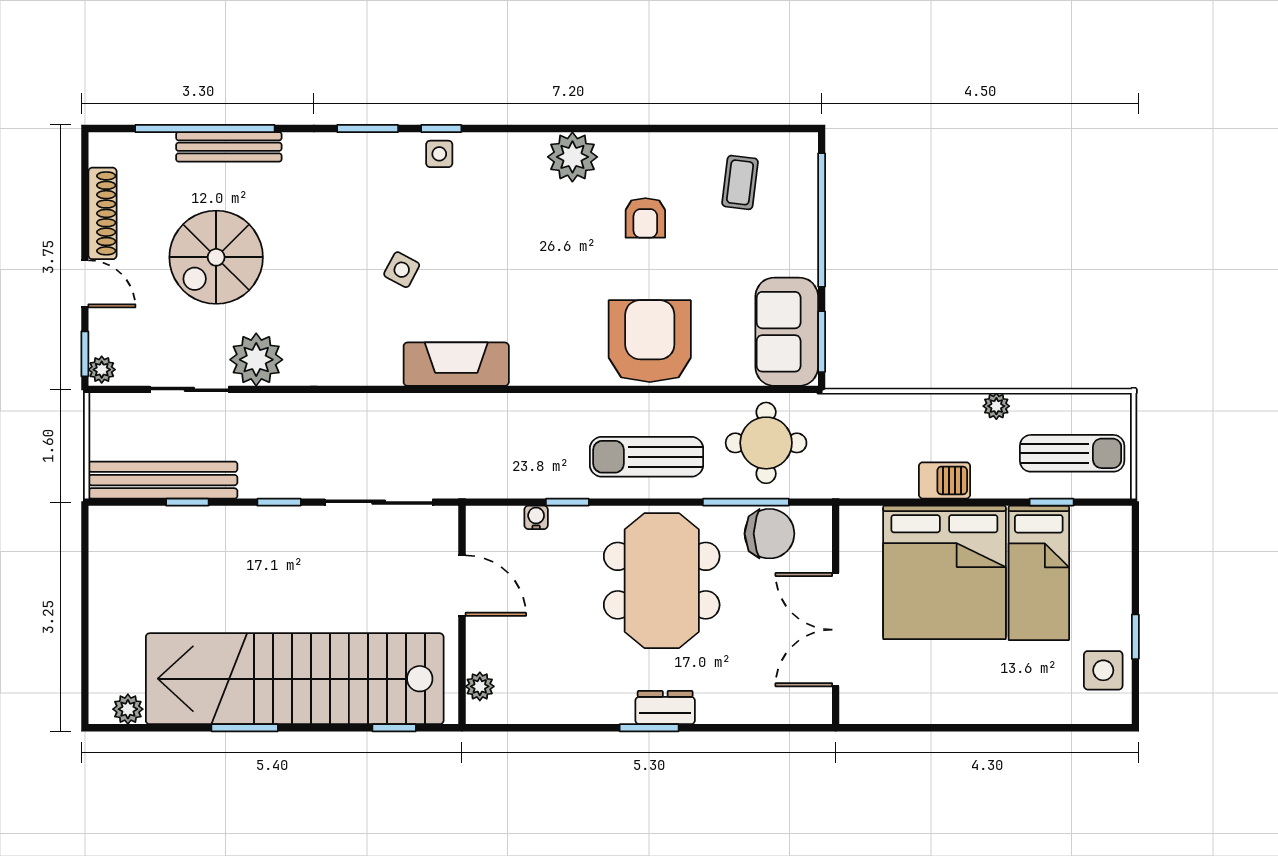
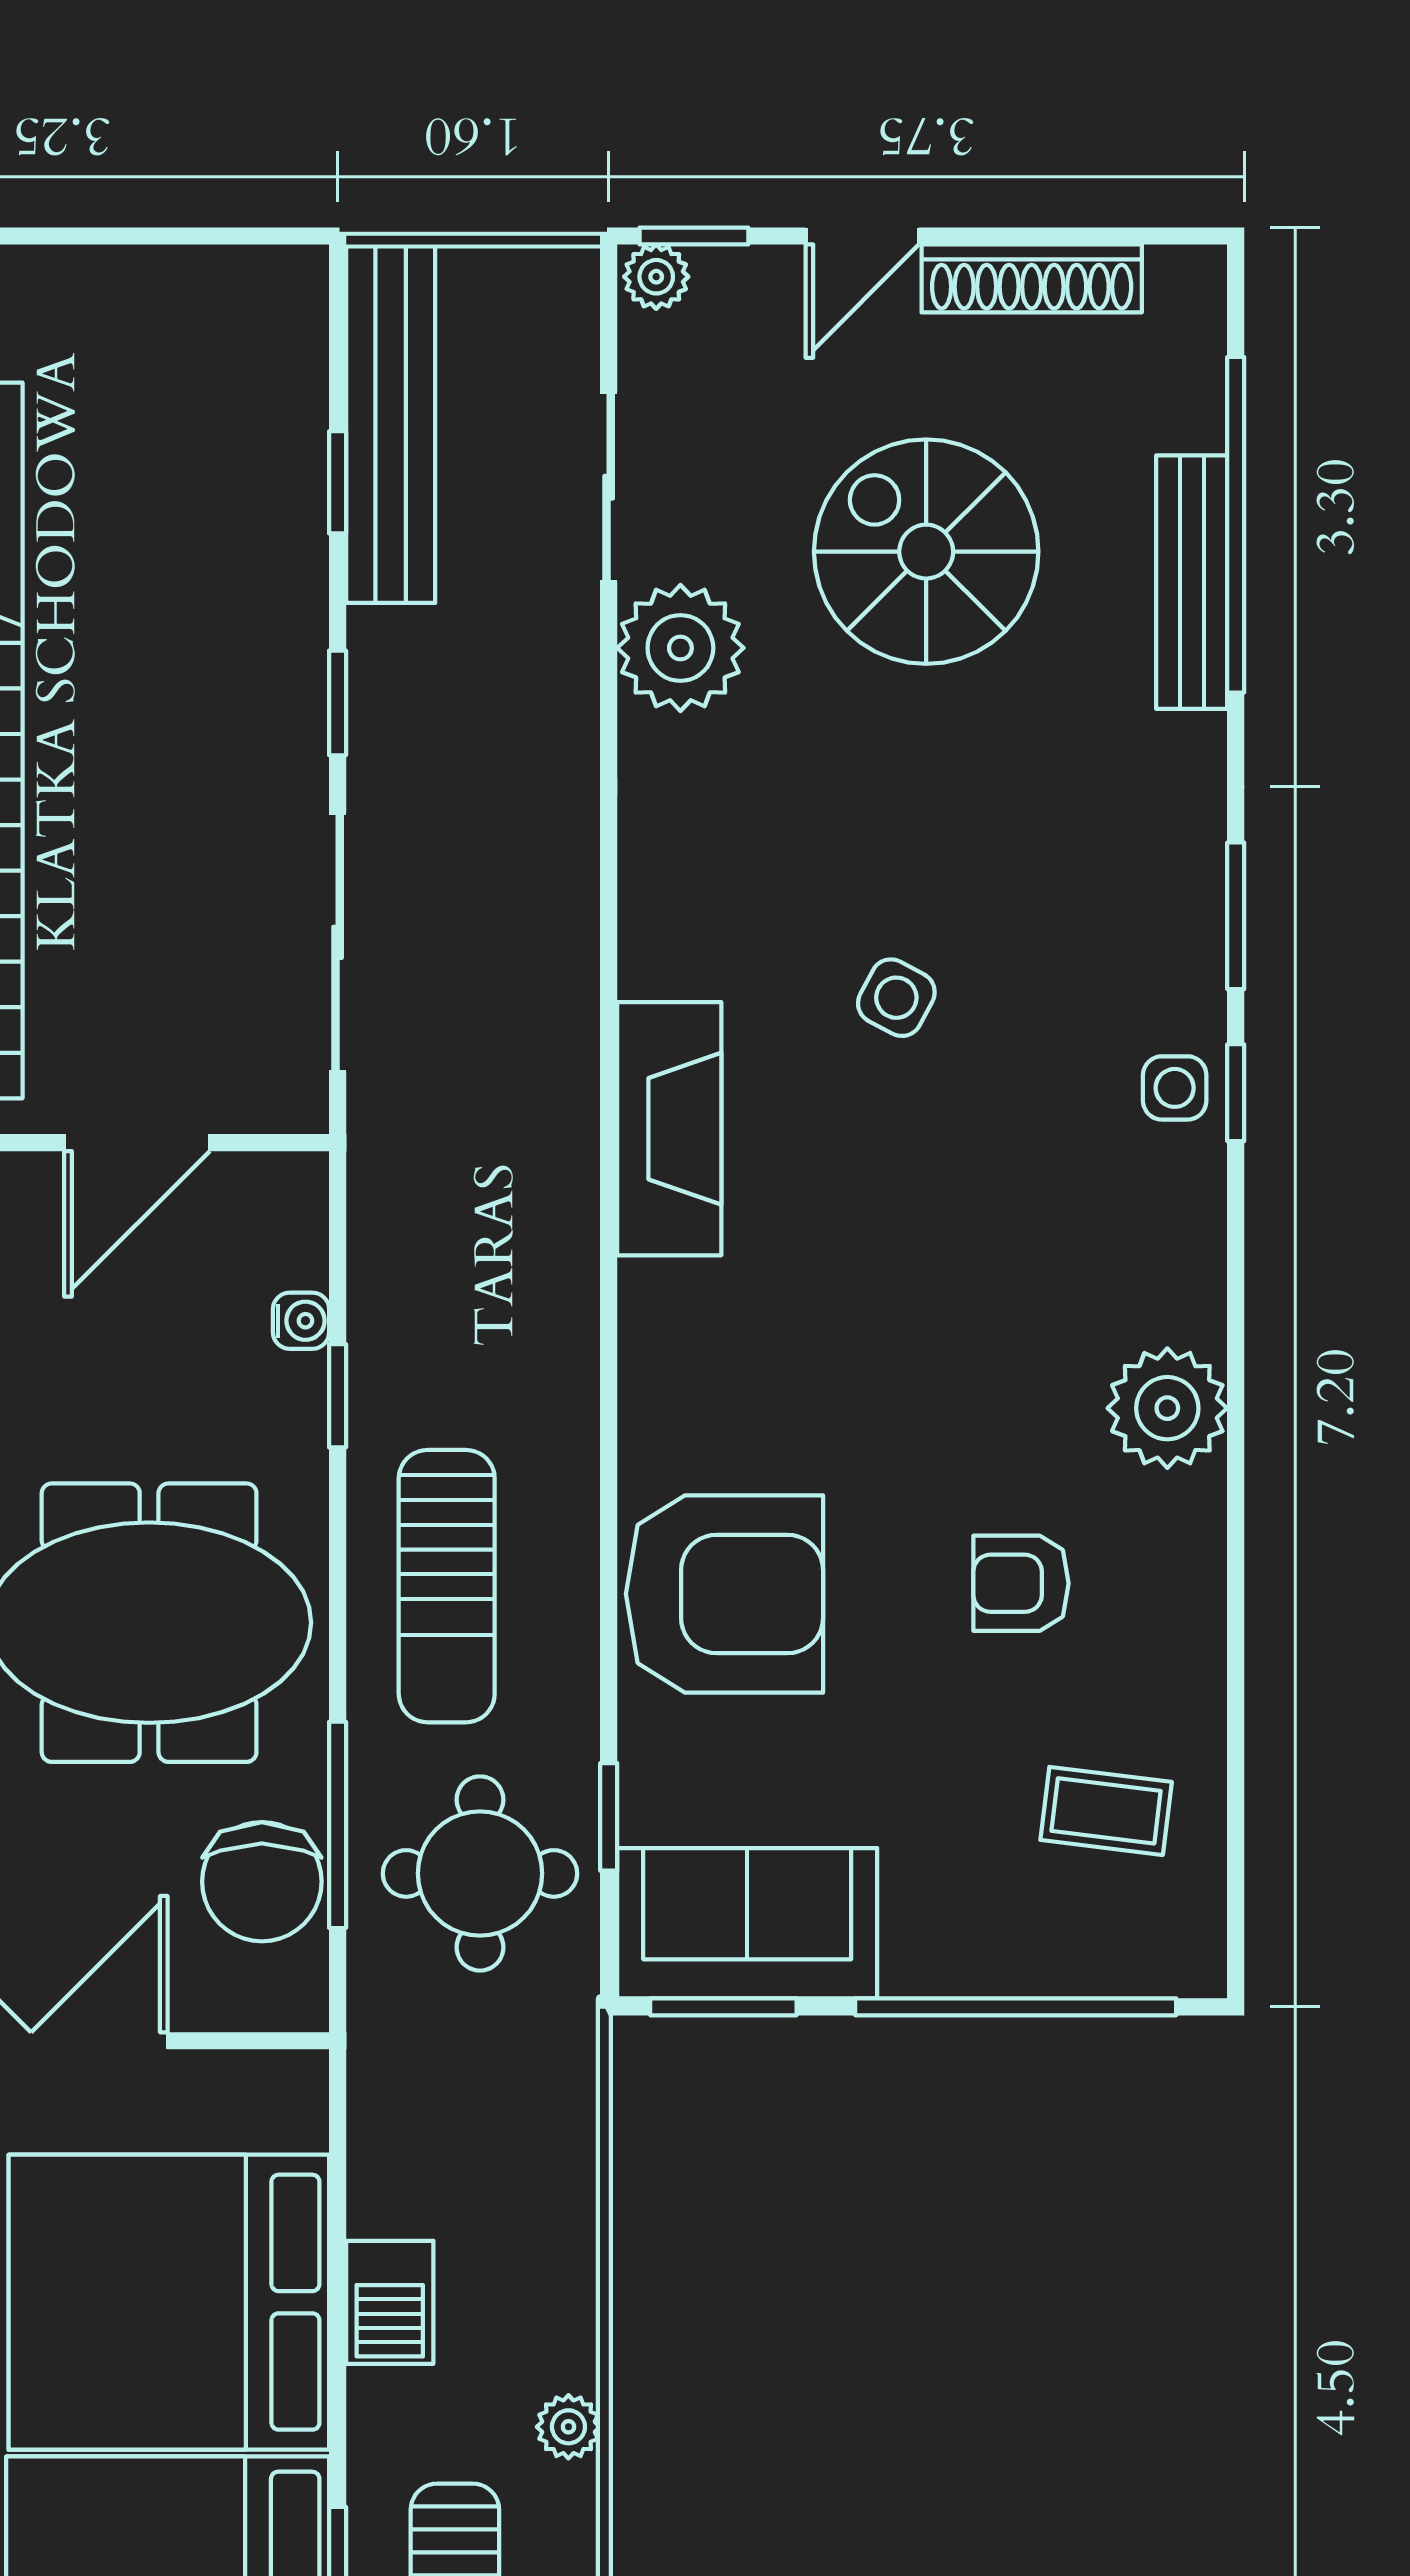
window: (743, 389) -> (609, 1817), added
sun lounger: (647, 457) -> (447, 1586), turned 180

